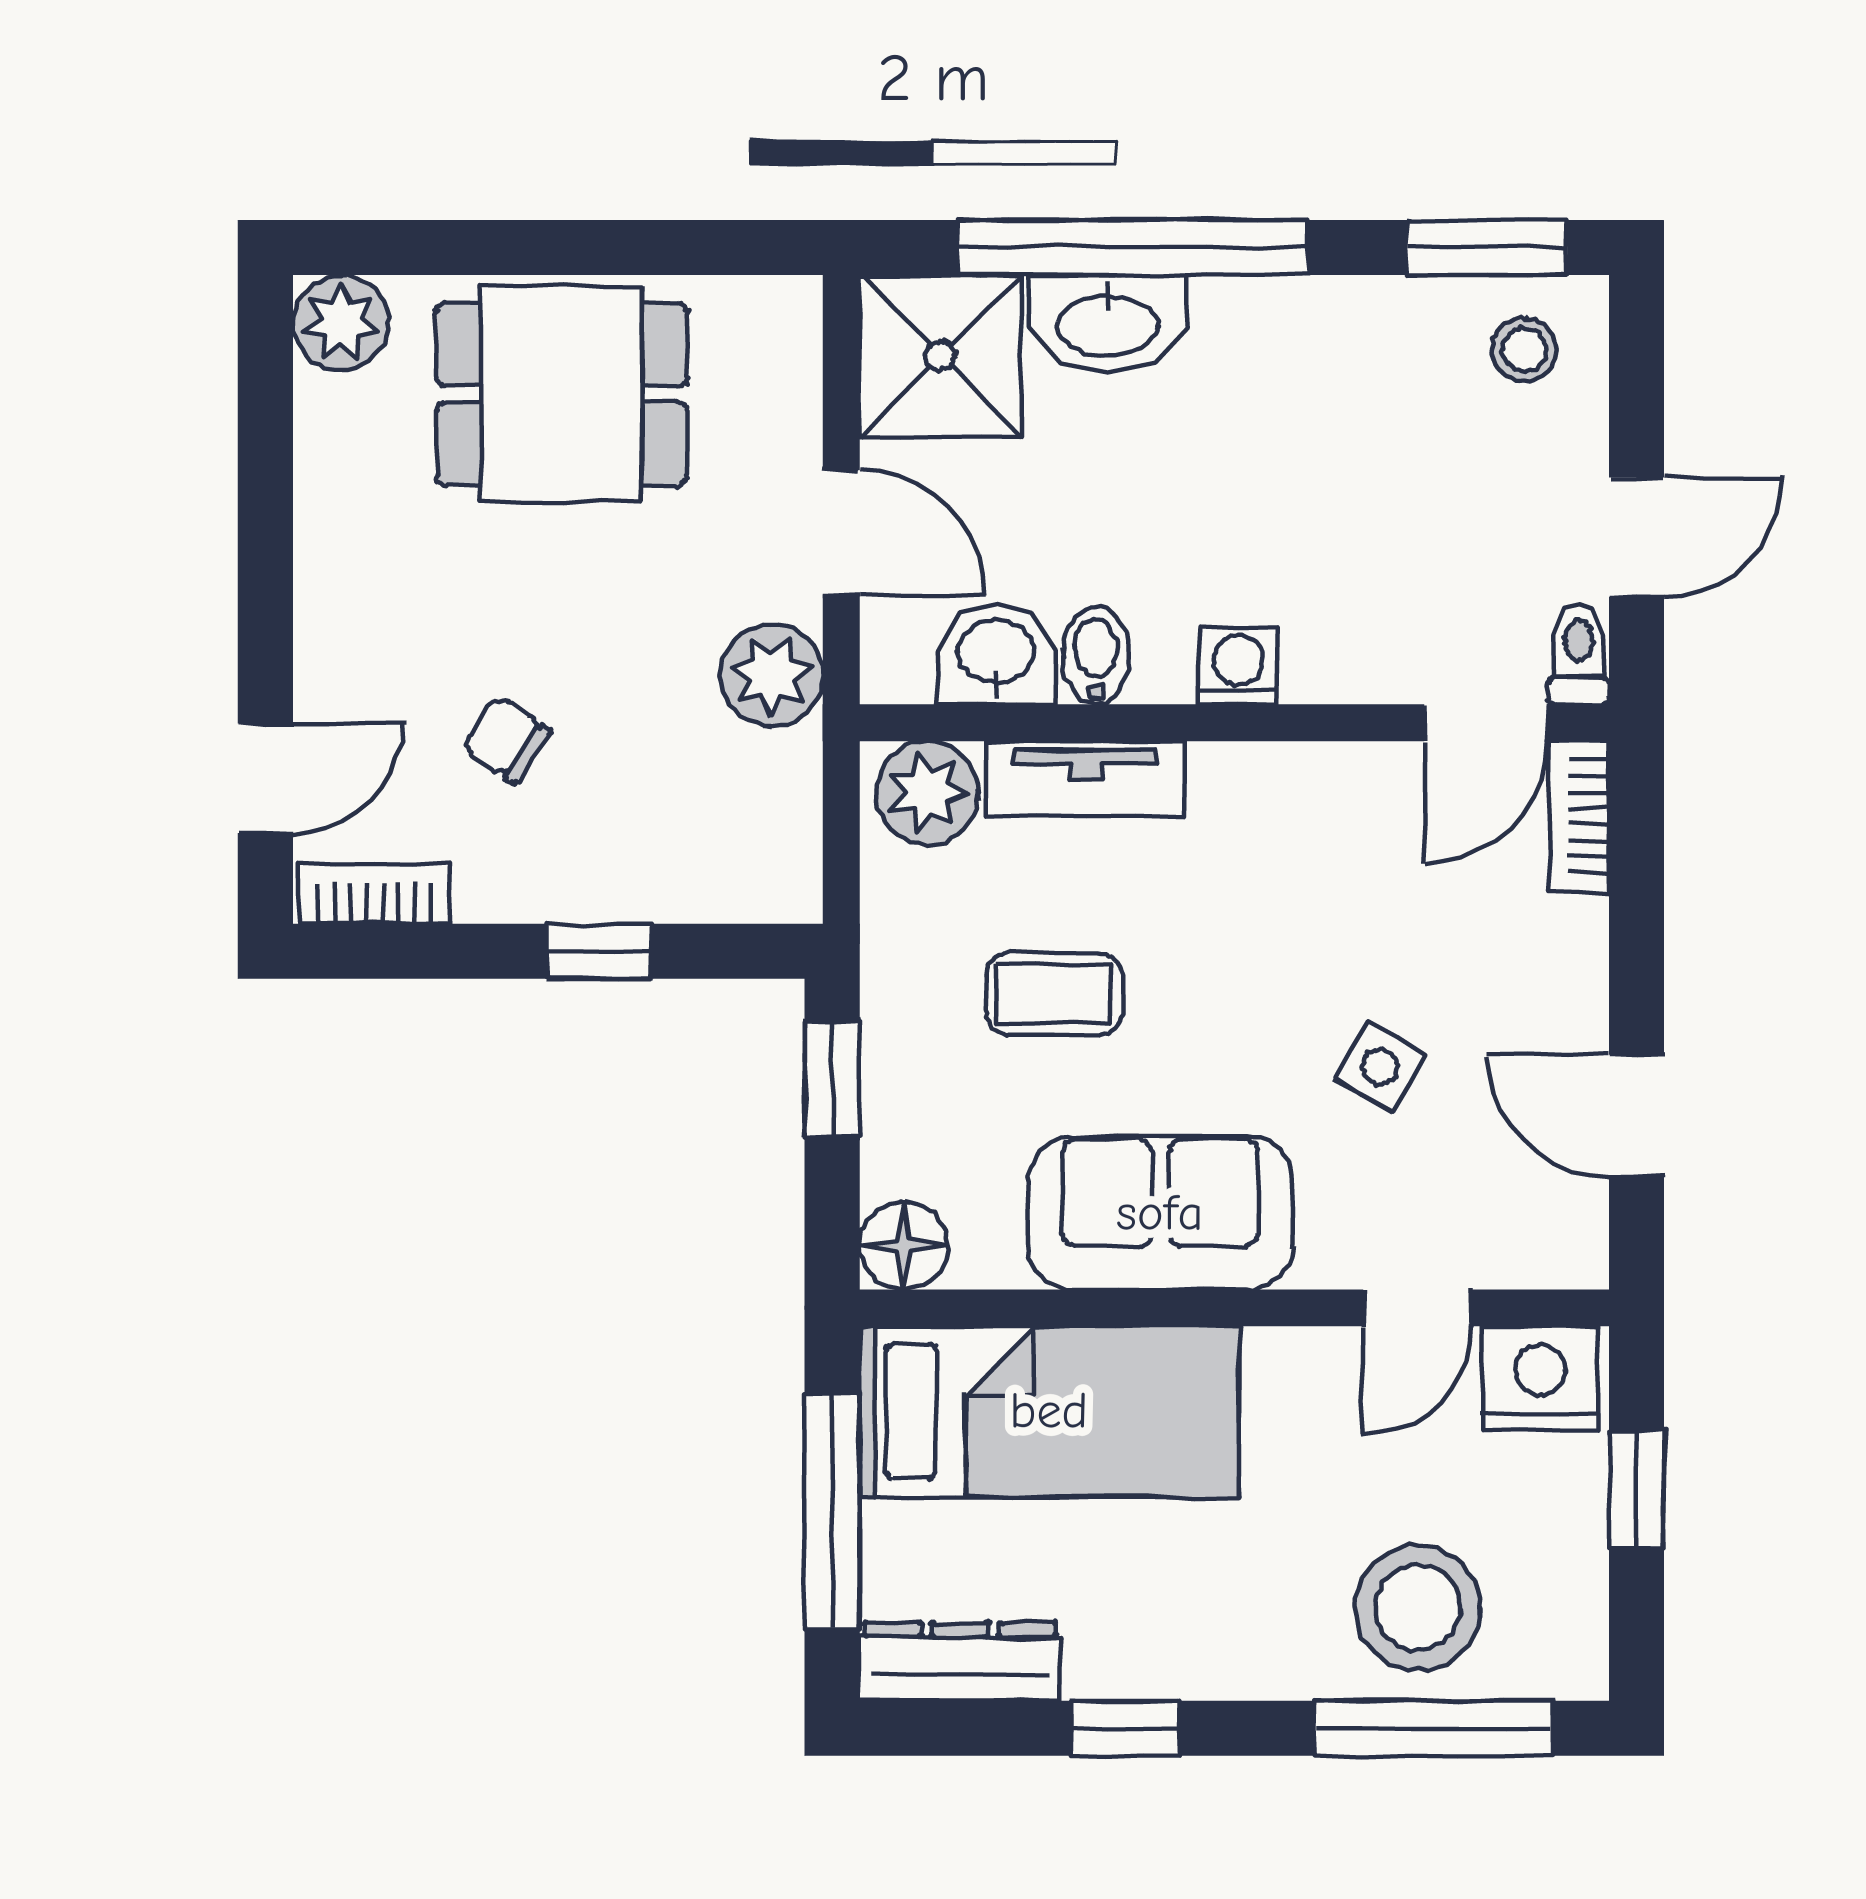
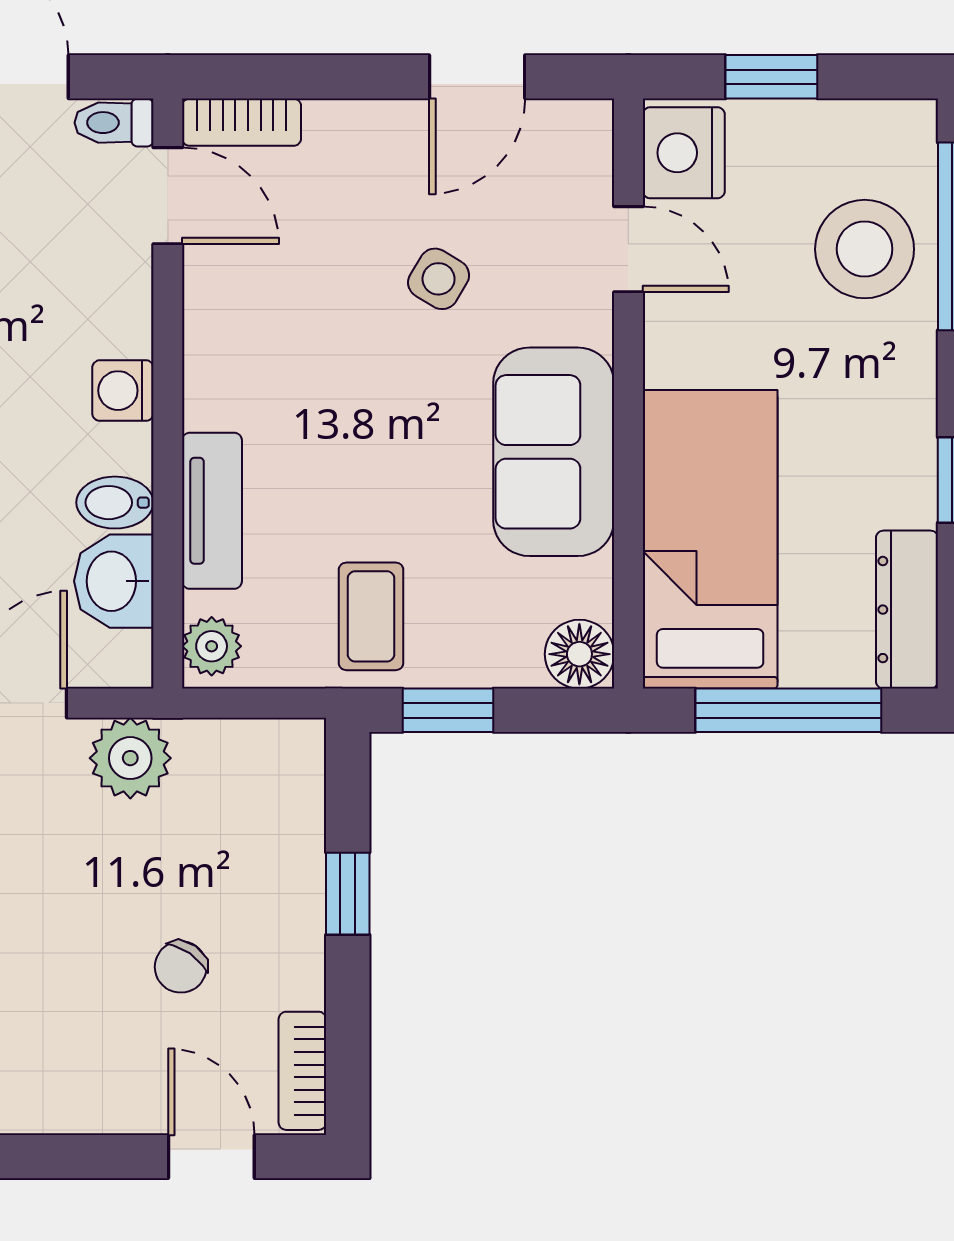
plant: (927, 793) -> (212, 646), width x0.73, depth x0.73
coffee table: (1054, 994) -> (371, 616), moved

